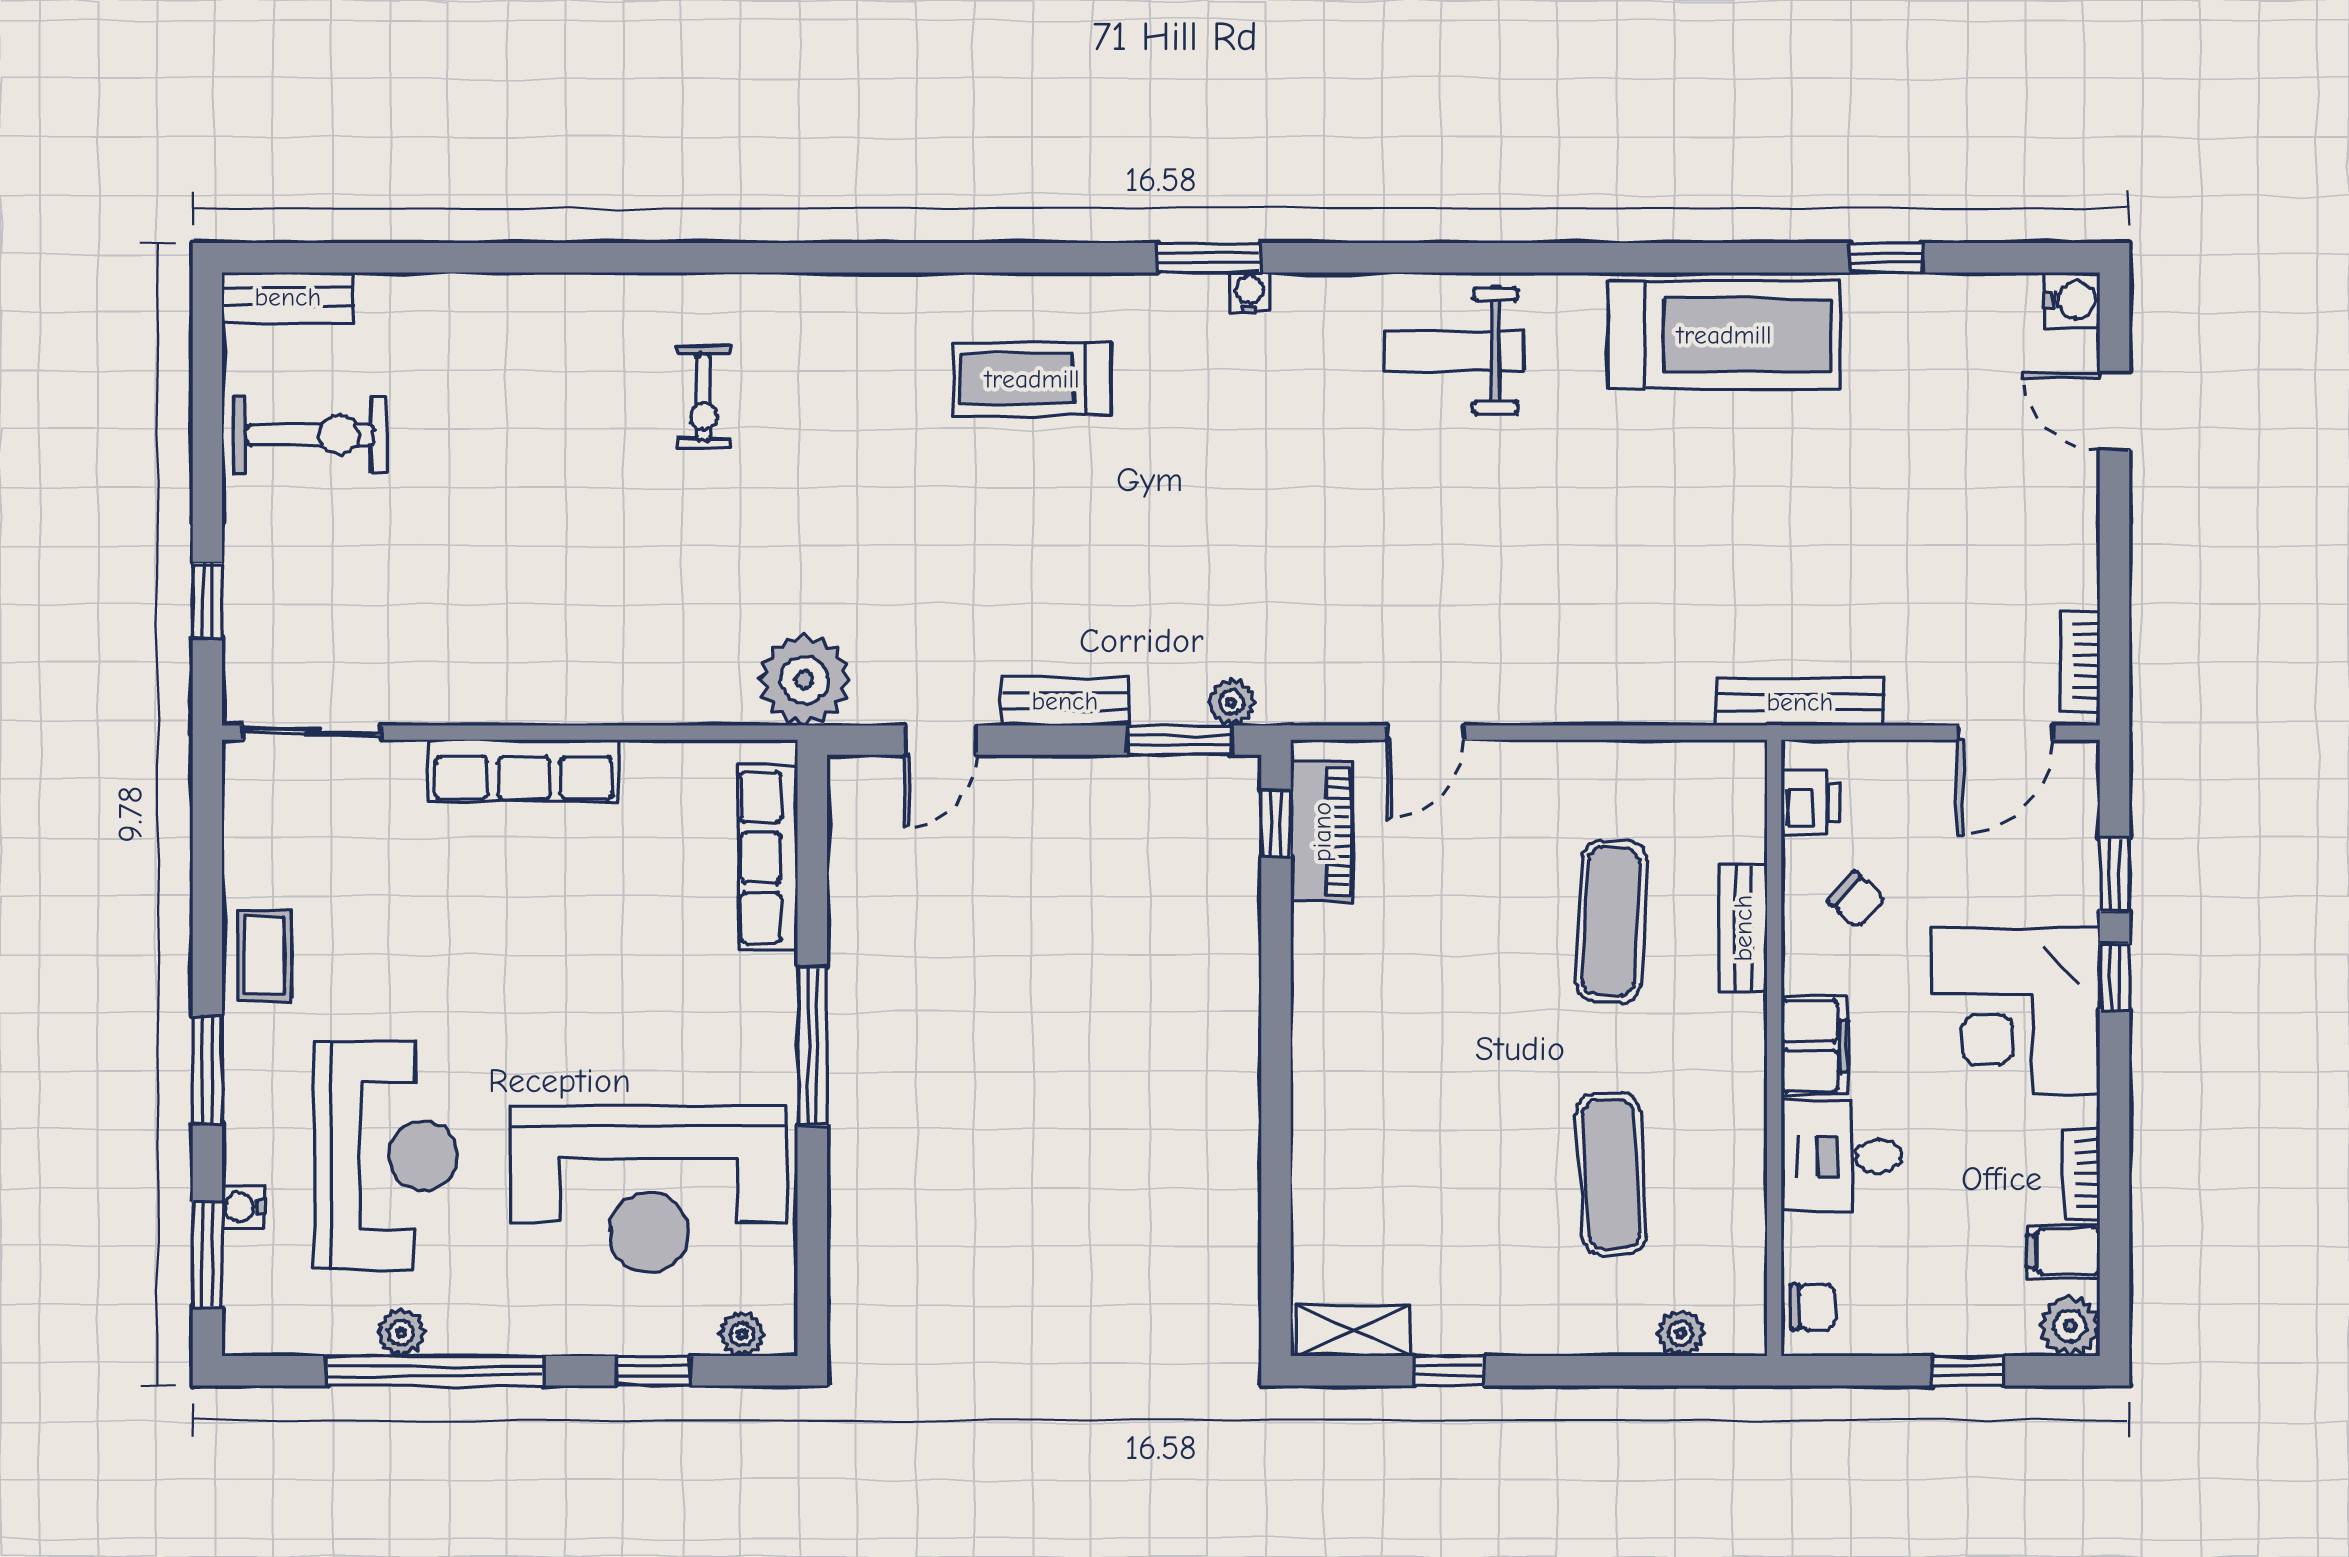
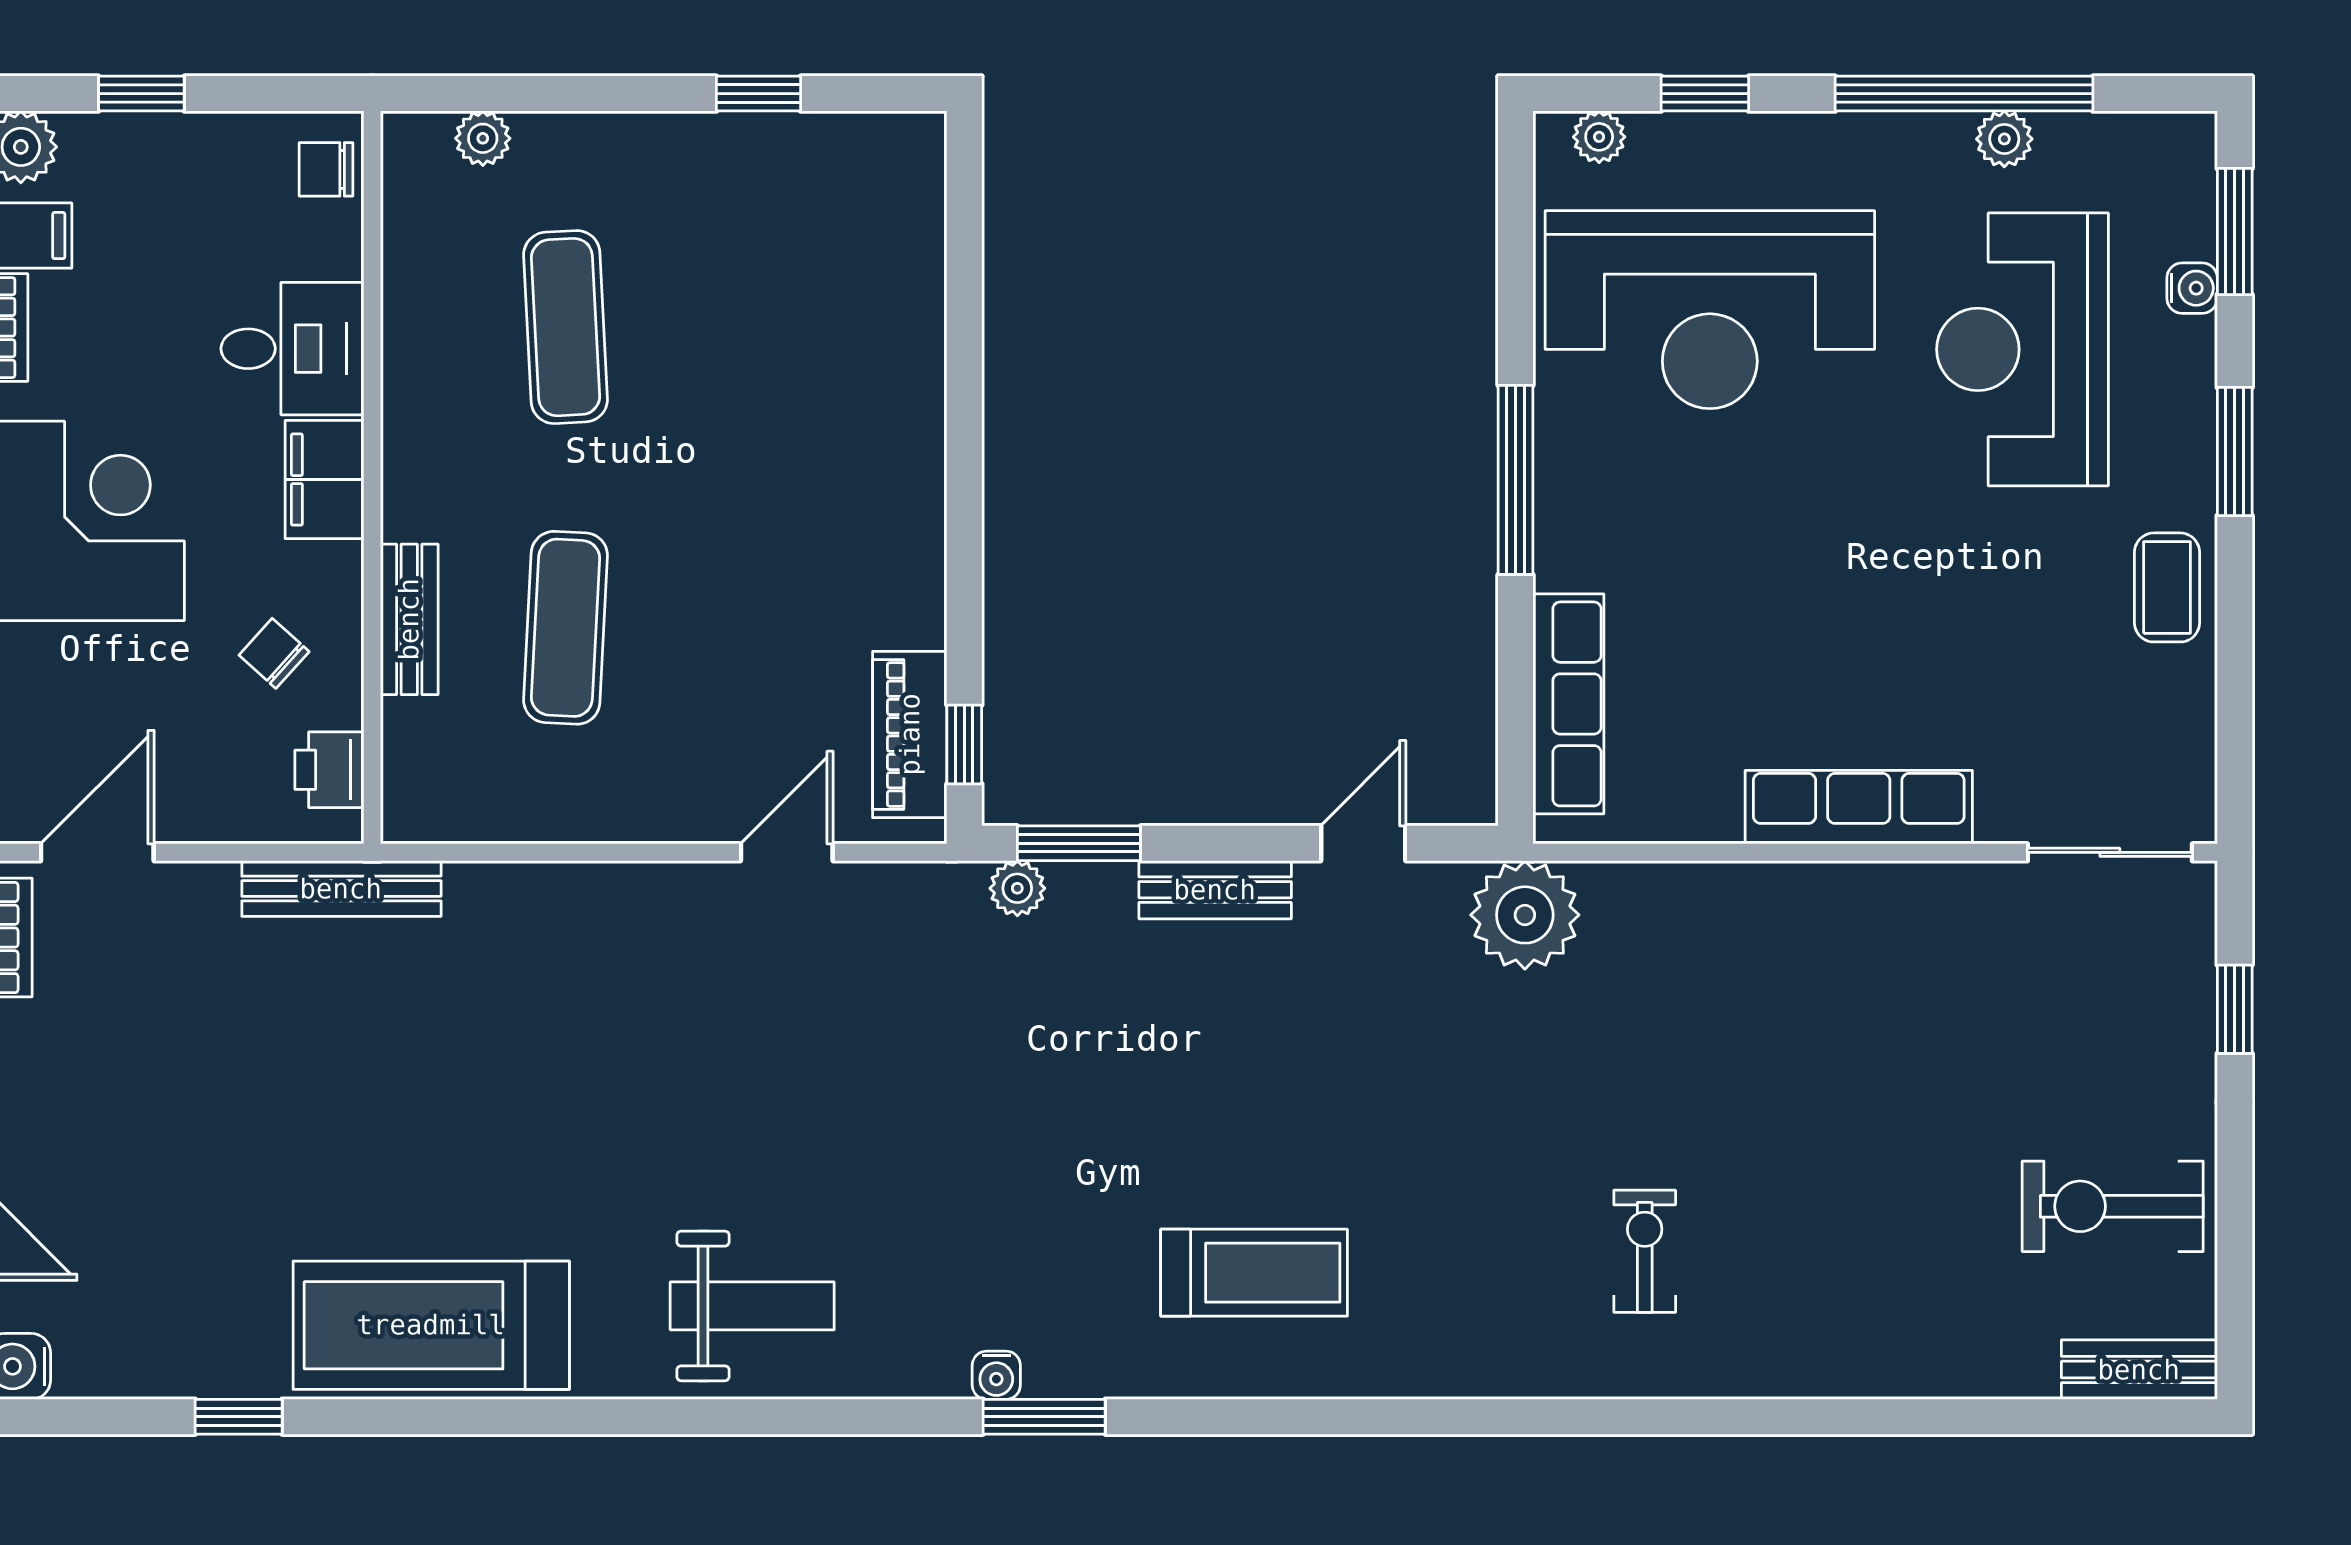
reception desk: (649, 1189) -> (1710, 310), turned 180
shelving: (1353, 1331) -> (872, 141), removed

